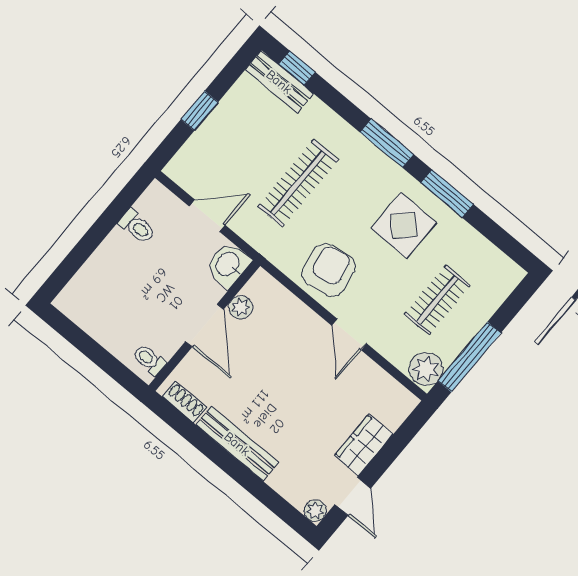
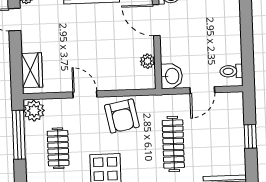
toilet: (137, 227) -> (231, 71), moved
door: (205, 325) -> (156, 20), moved
wardrobe: (364, 445) -> (32, 70), moved

